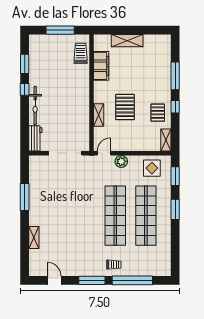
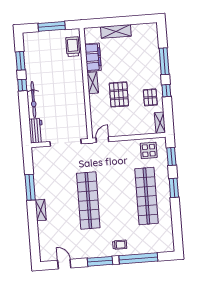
shelving: (99, 115) -> (93, 83), moved
plant: (121, 161) -> (119, 146), removed
shop shelf: (115, 216) -> (88, 200), moved
shelving: (34, 237) -> (41, 210), moved

